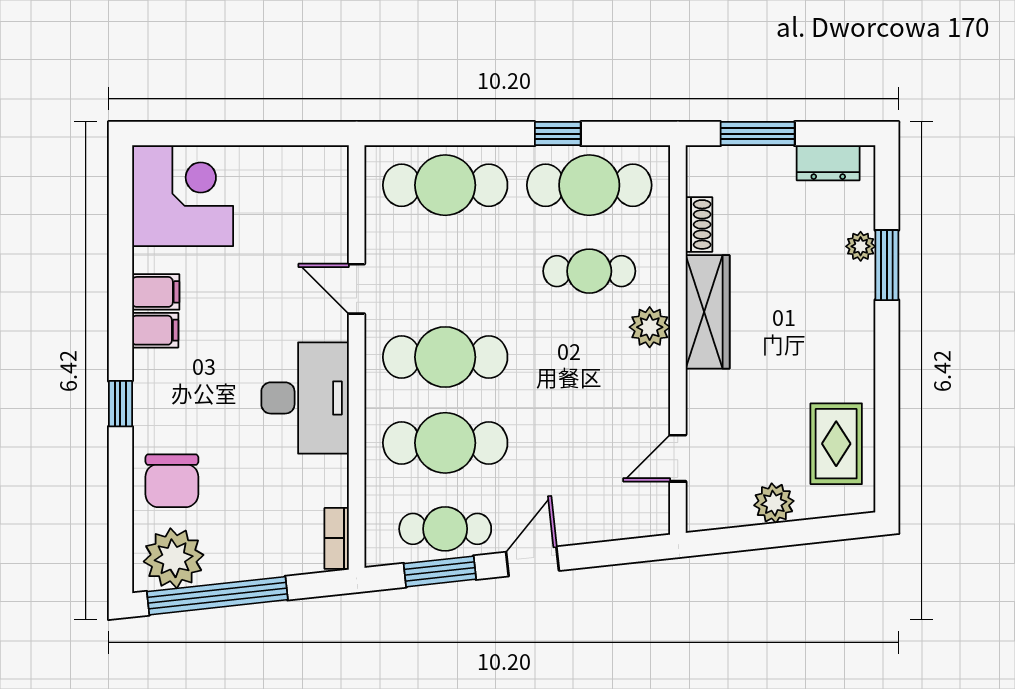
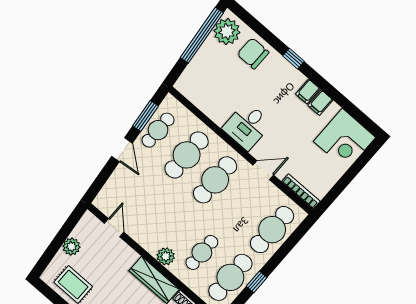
desk: (305, 398) -> (247, 126), width x0.73
bookcase: (337, 538) -> (301, 191), moved, width x1.56

